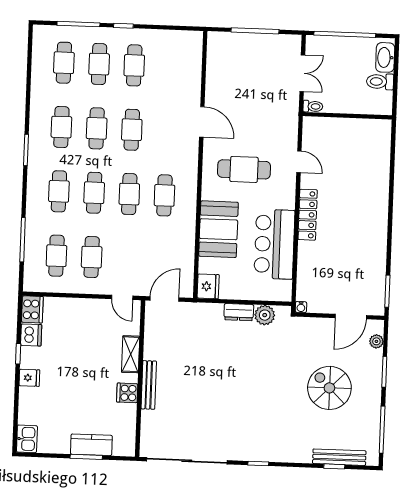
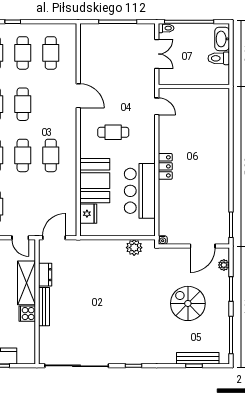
cafe table: (169, 67) -> (51, 53), added
toilet: (313, 106) -> (166, 28), moved
door: (299, 162) -> (157, 106), moved
cafe table: (244, 169) -> (113, 132), width x0.73, depth x0.74
locker: (308, 215) -> (165, 166), width x0.66
fridge: (208, 286) -> (88, 214), moved
dresser: (239, 312) -> (45, 275), moved, turned -90
shelving: (131, 354) -> (26, 283), width x1.50, depth x1.33

